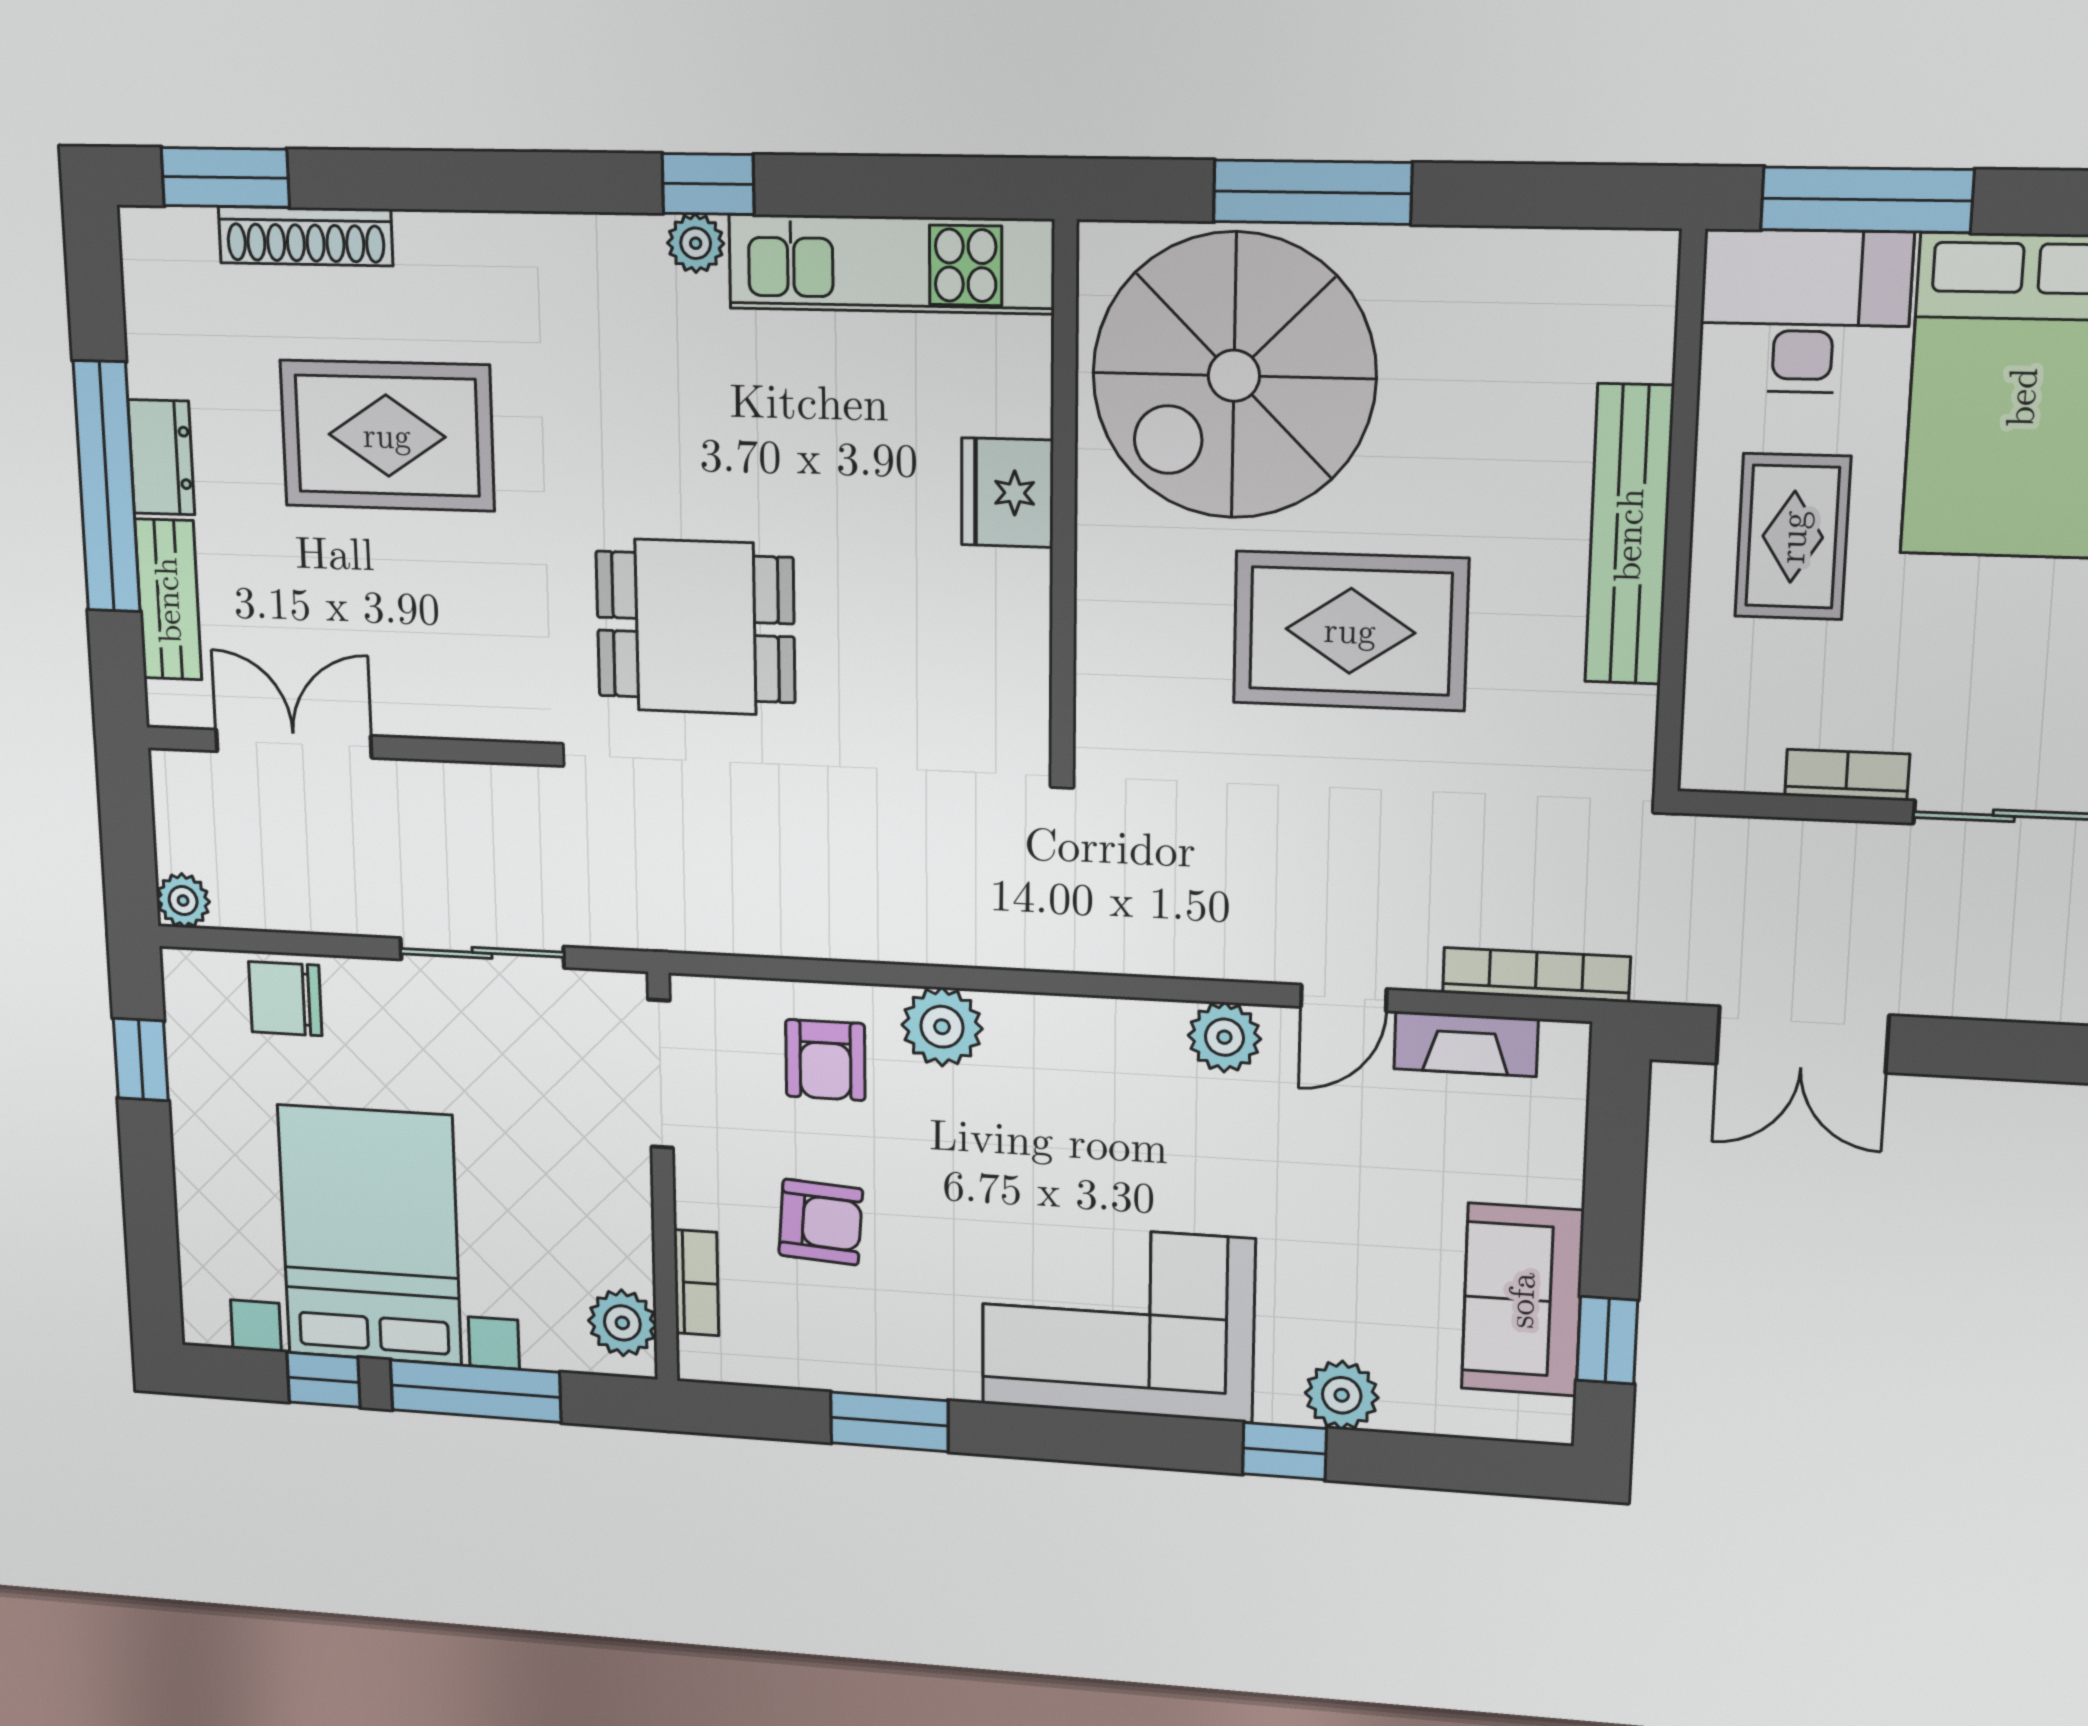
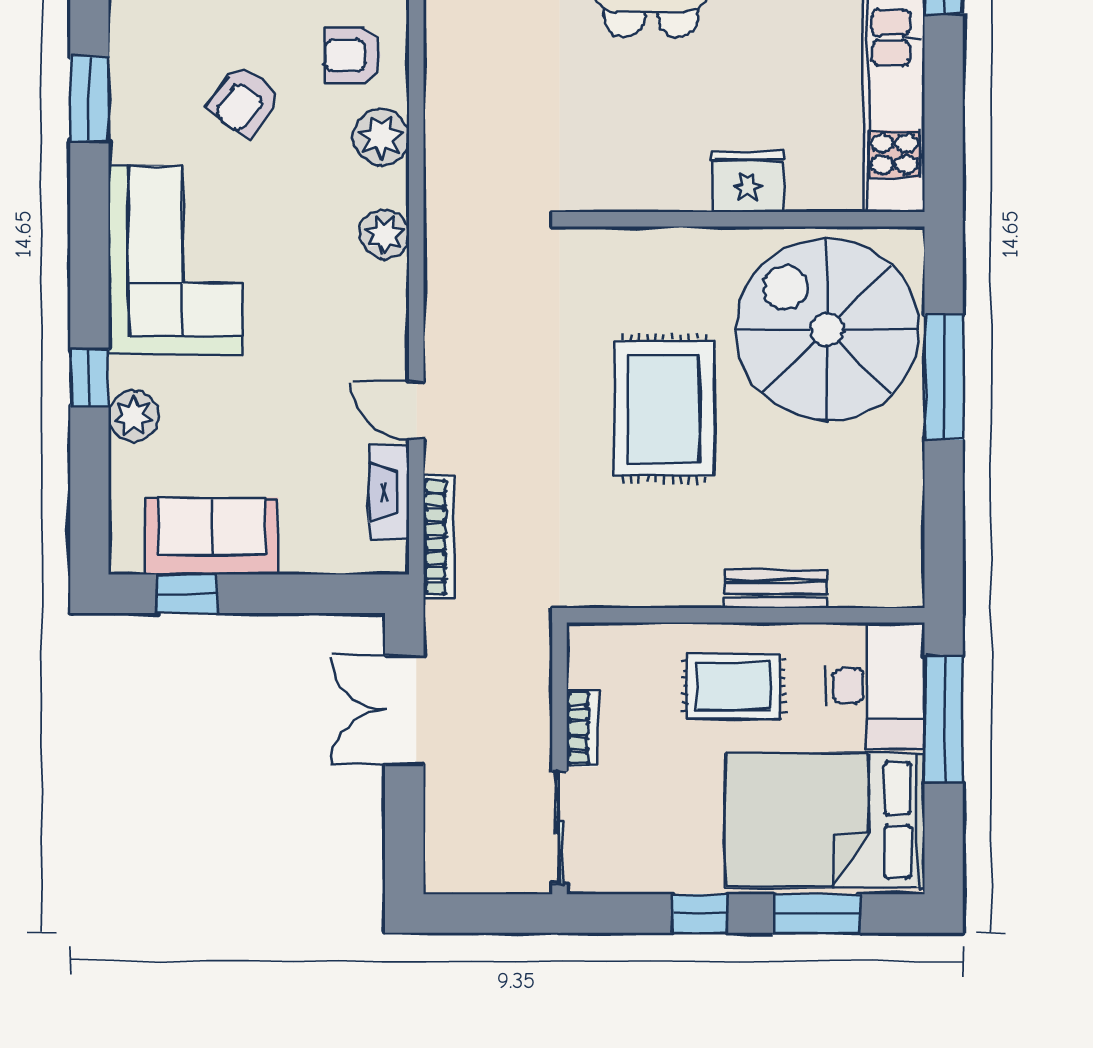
bench: (1629, 535) -> (776, 589), width x0.54, depth x0.82
plant: (1224, 1037) -> (385, 235), moved
armchair: (821, 1222) -> (244, 101), moved, turned 33

